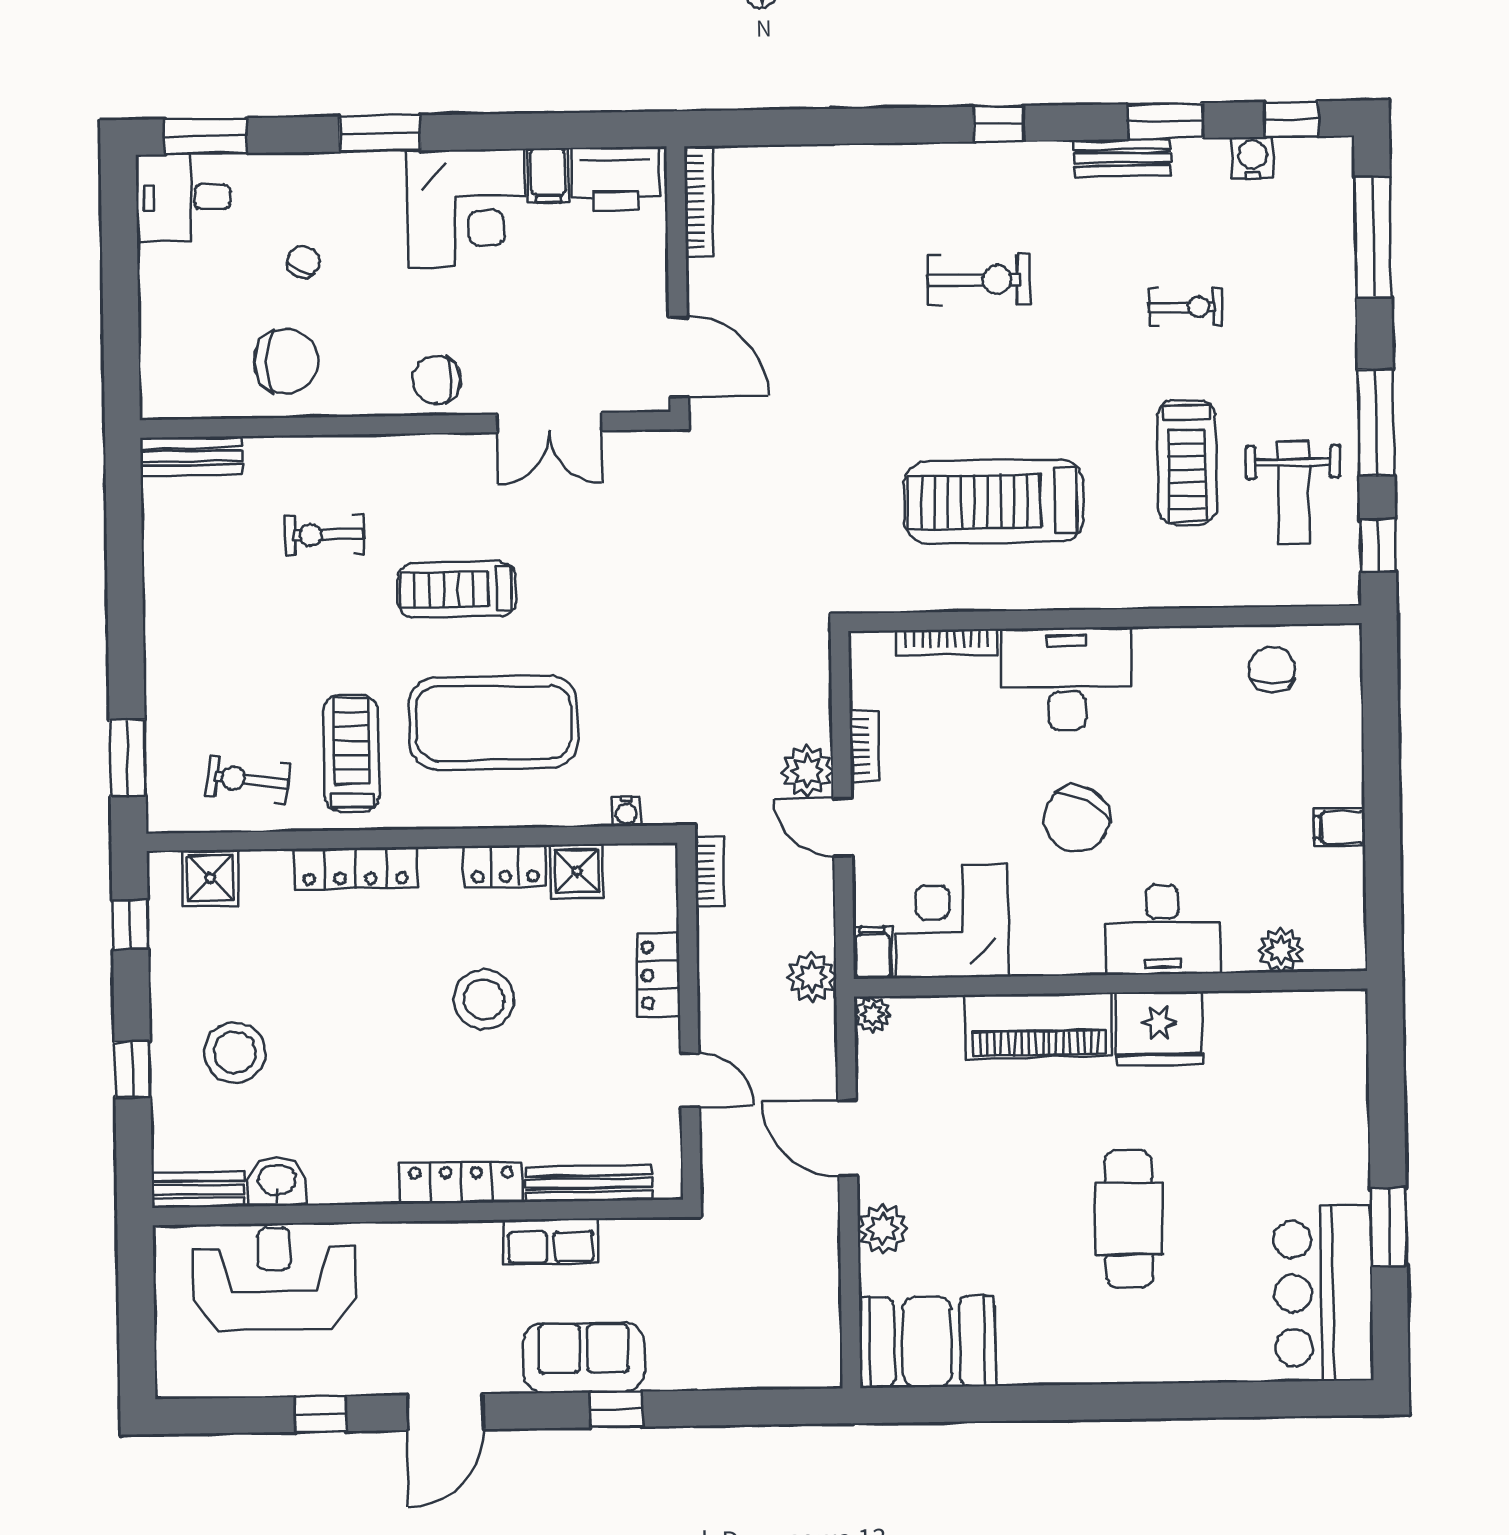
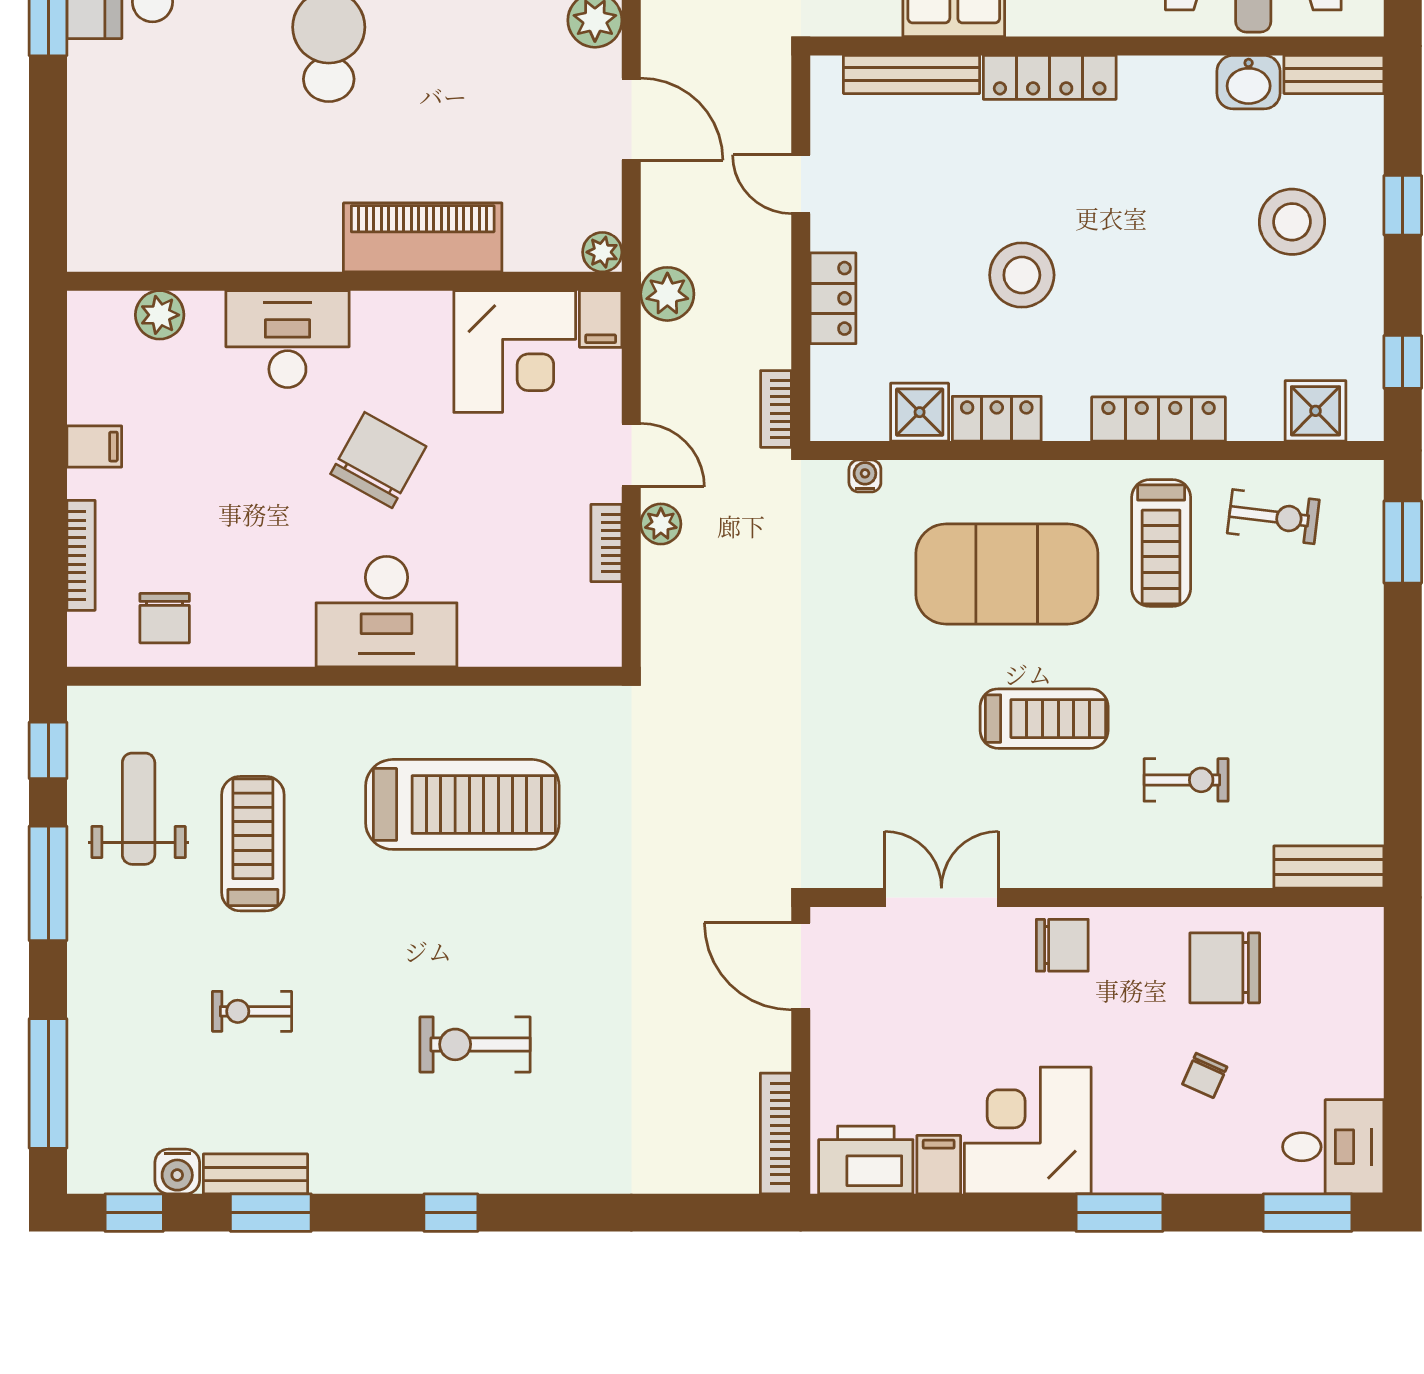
bench: (1122, 158) -> (255, 1174), moved
bookcase: (947, 643) -> (81, 555), moved, turned 90
plant: (807, 771) -> (661, 524), width x0.73, depth x0.73
fridge: (1159, 1029) -> (293, 232), removed

